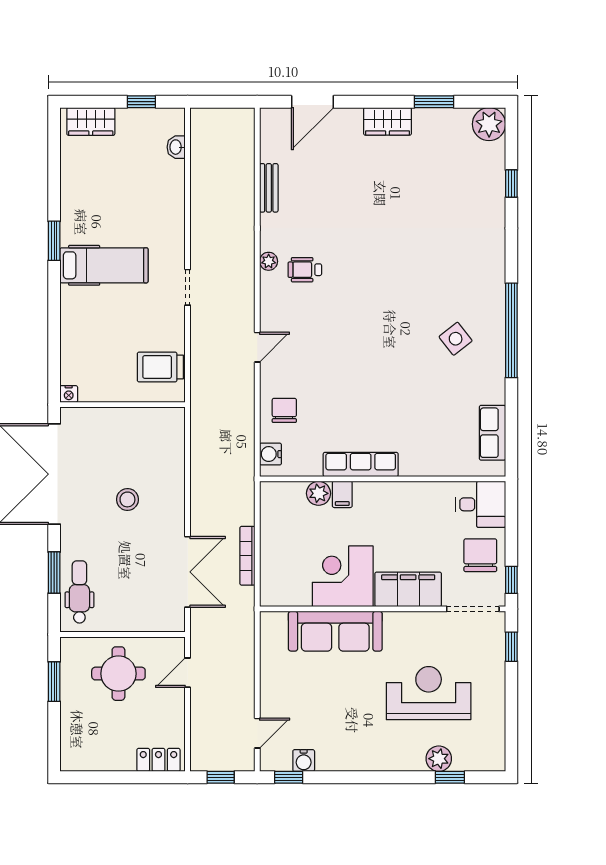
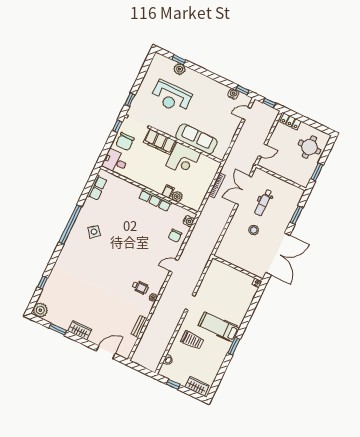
trolley: (160, 367) -> (192, 340), moved
dental chair: (79, 592) -> (263, 202), moved
round table: (118, 674) -> (309, 147), moved

